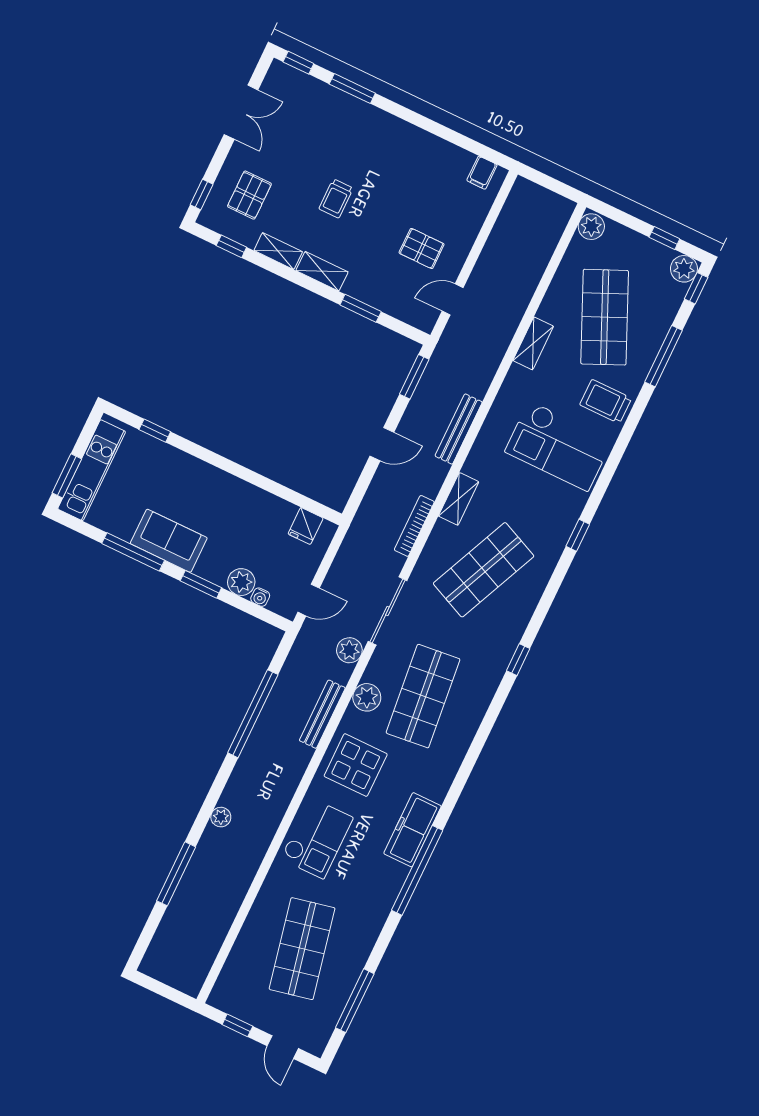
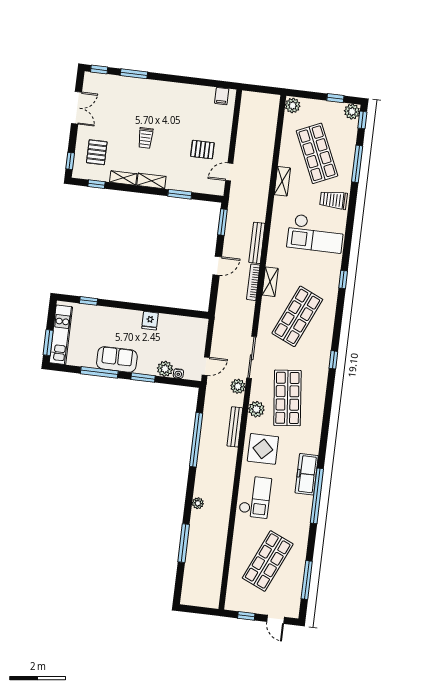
fridge: (306, 526) -> (150, 321), moved
bookcase: (414, 526) -> (253, 282), moved
shop shelf: (302, 949) -> (268, 561), turned 36

